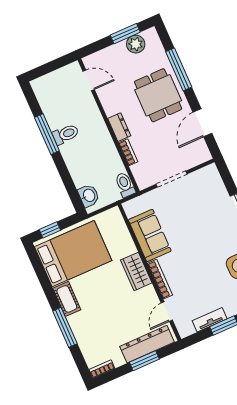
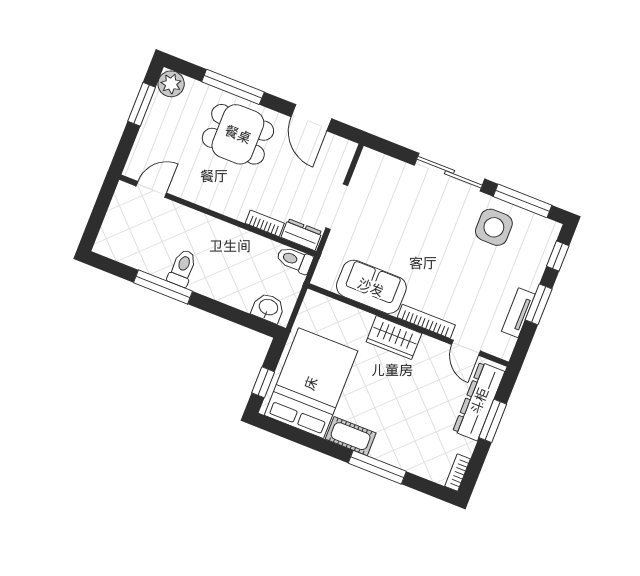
plant: (136, 44) -> (171, 84), moved
dresser: (119, 127) -> (302, 235), moved

